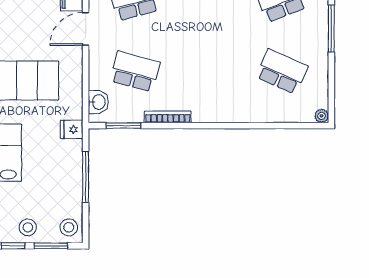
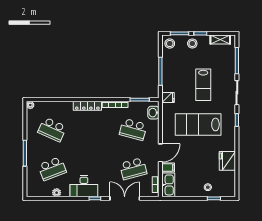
locker: (218, 114) -> (87, 106), added

